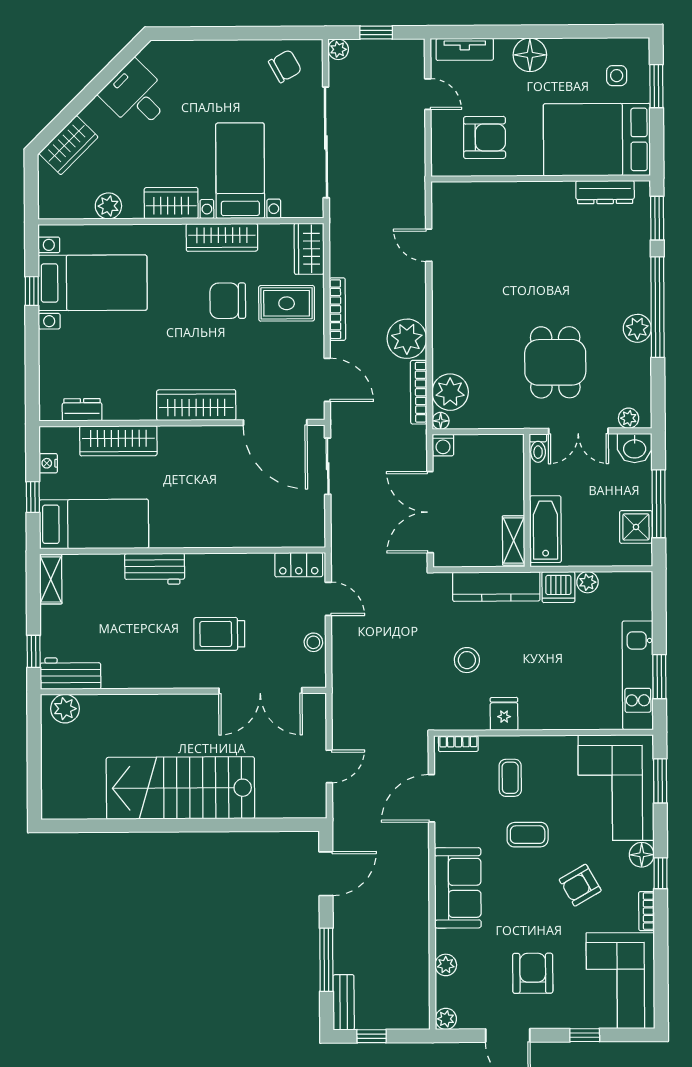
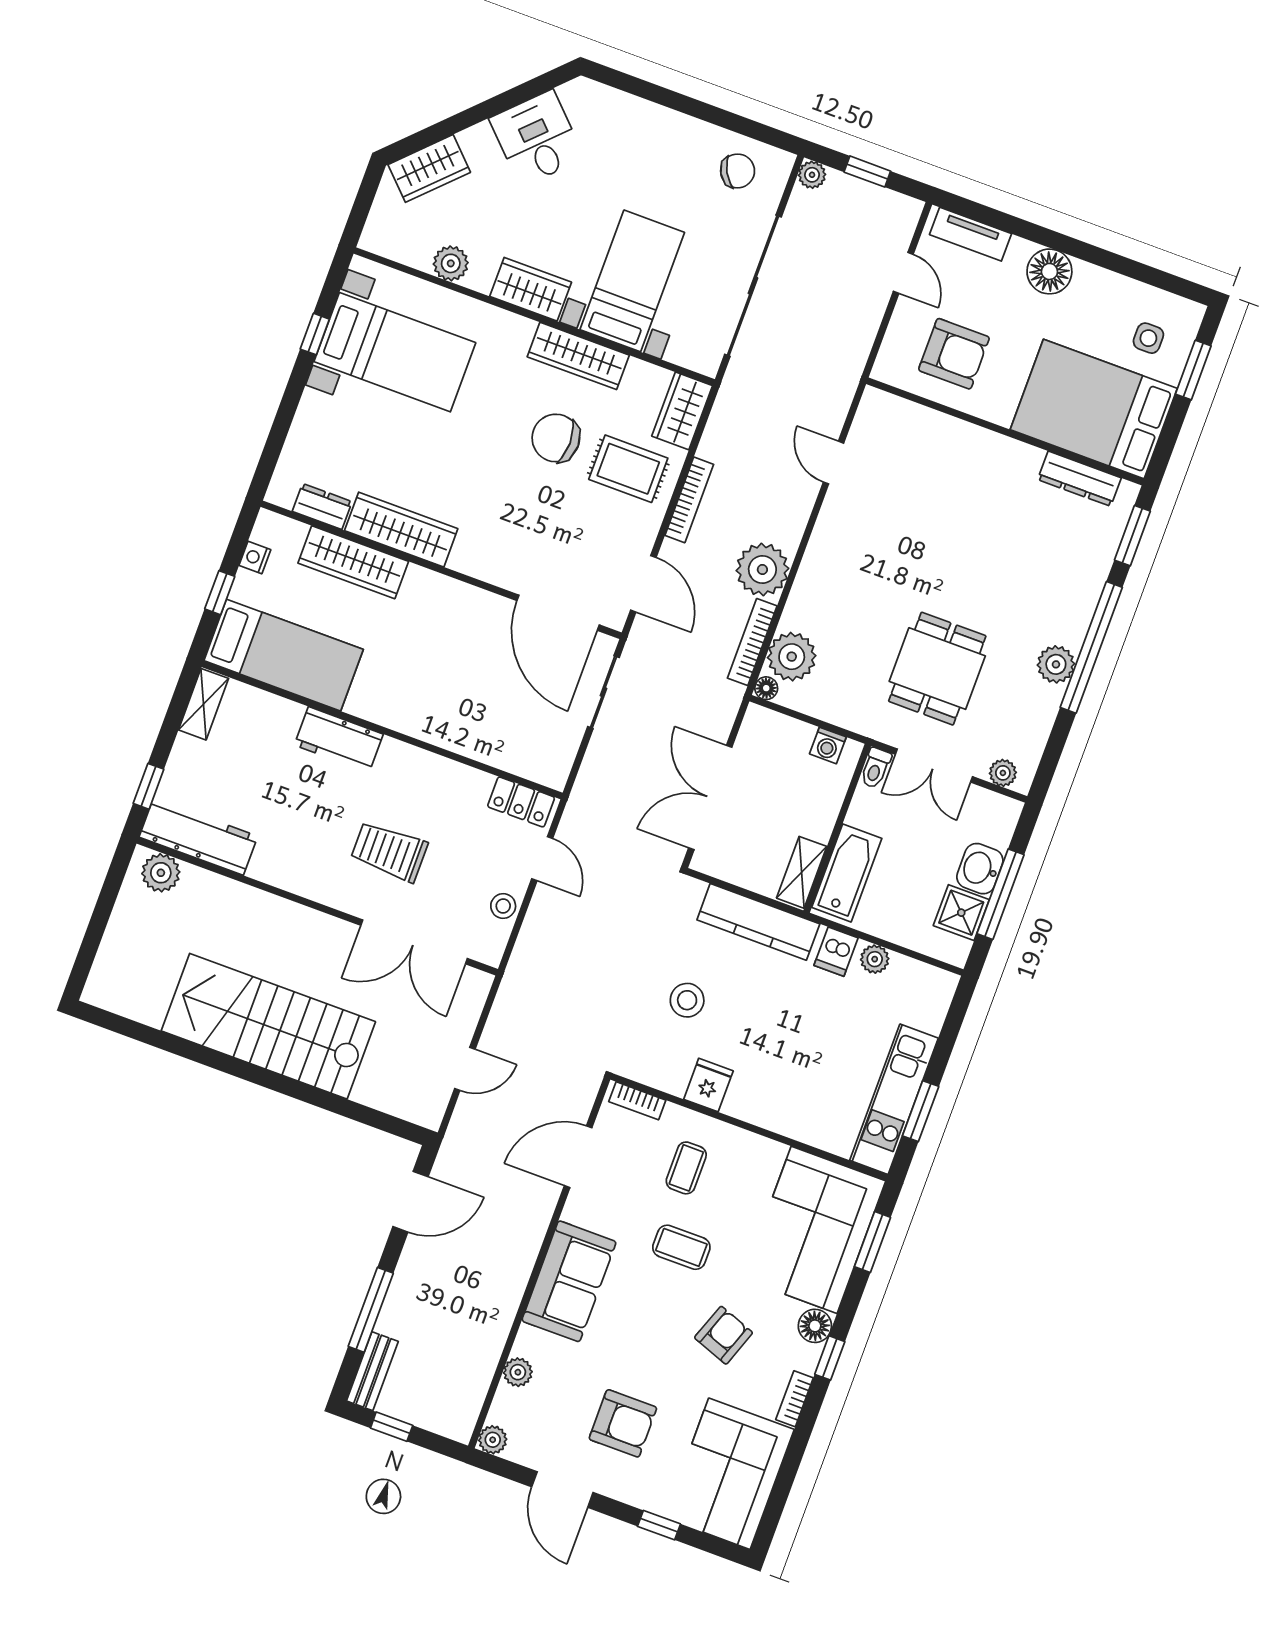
wardrobe: (196, 405) -> (401, 530), moved
washing machine: (443, 445) -> (828, 745), moved
washbasin: (635, 448) -> (980, 869), moved, turned 90
dishwasher: (558, 587) -> (836, 952), width x0.73
workbench: (70, 674) -> (198, 837), width x1.38
armchair: (580, 885) -> (724, 1335), turned 140
armchair: (533, 973) -> (623, 1423), turned 90

